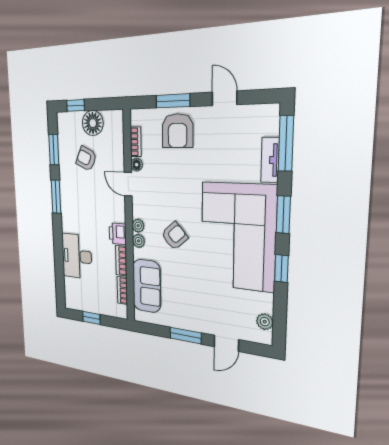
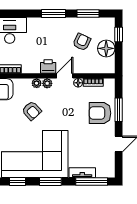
printer: (118, 234) -> (48, 67), moved
plant: (139, 241) -> (47, 83), moved

